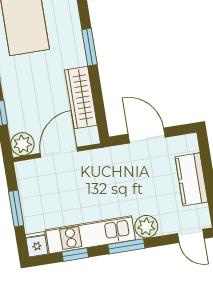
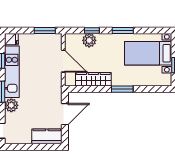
plant: (22, 144) -> (89, 40), moved
kitchen counter: (192, 179) -> (47, 136), moved
window: (16, 209) -> (45, 31), moved

